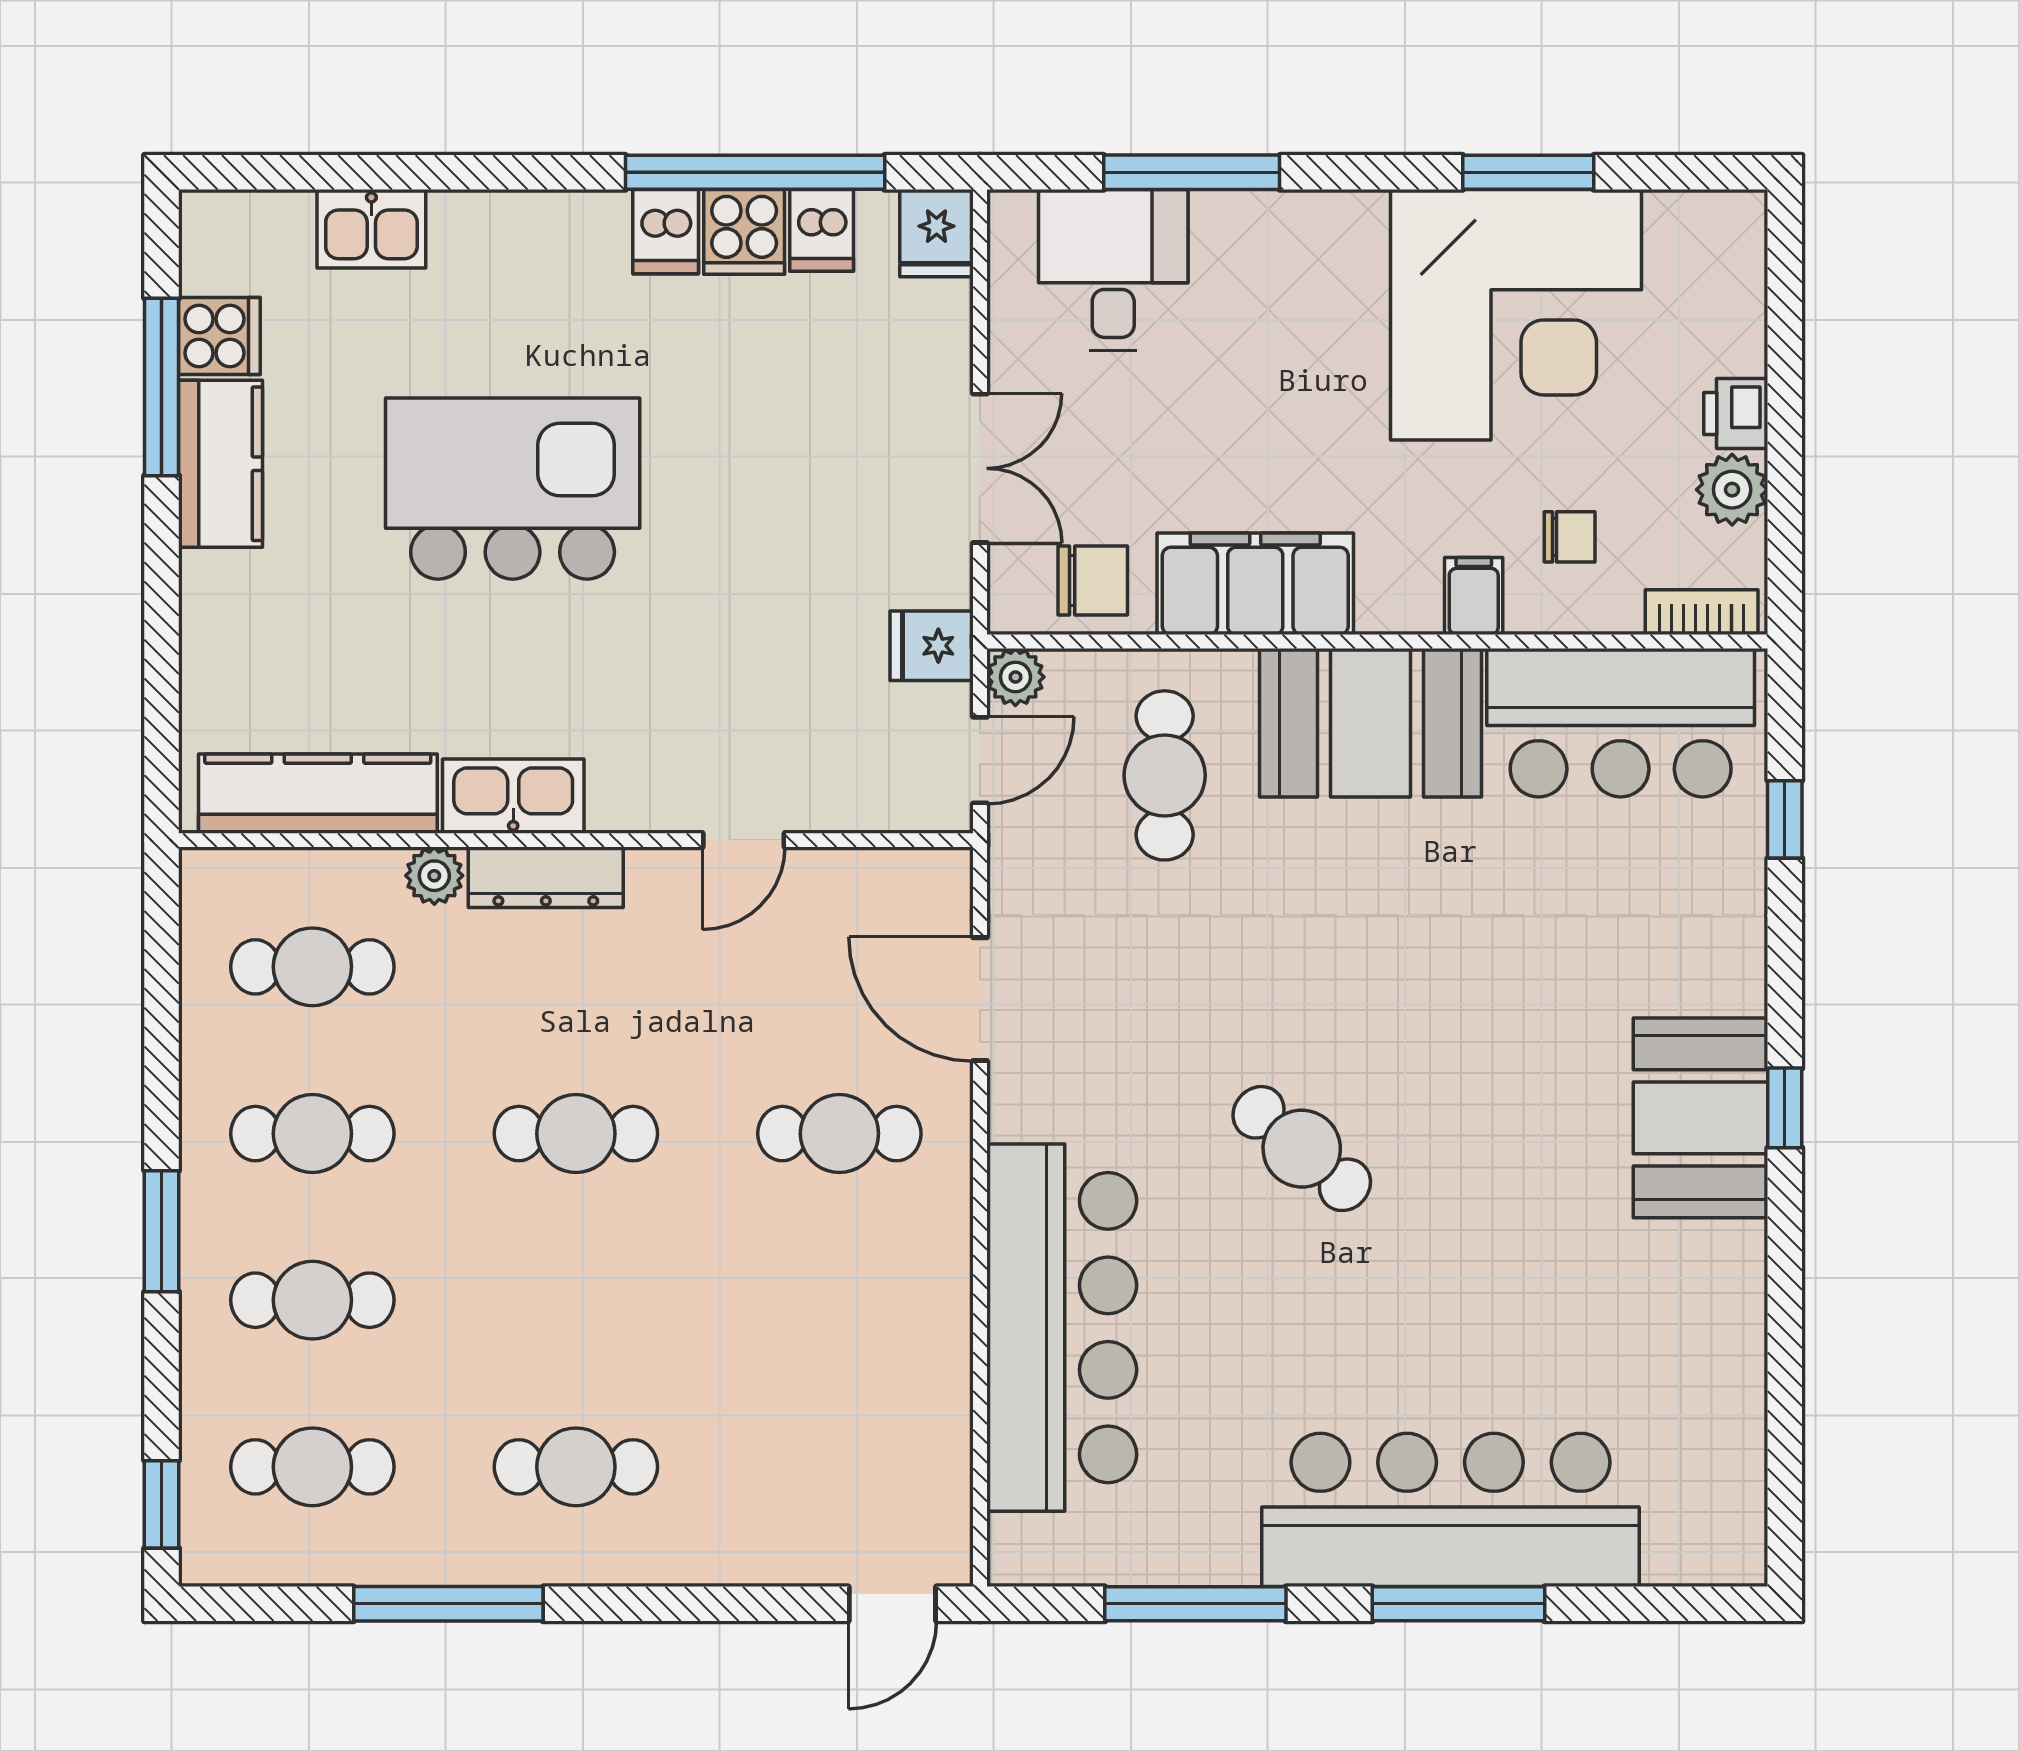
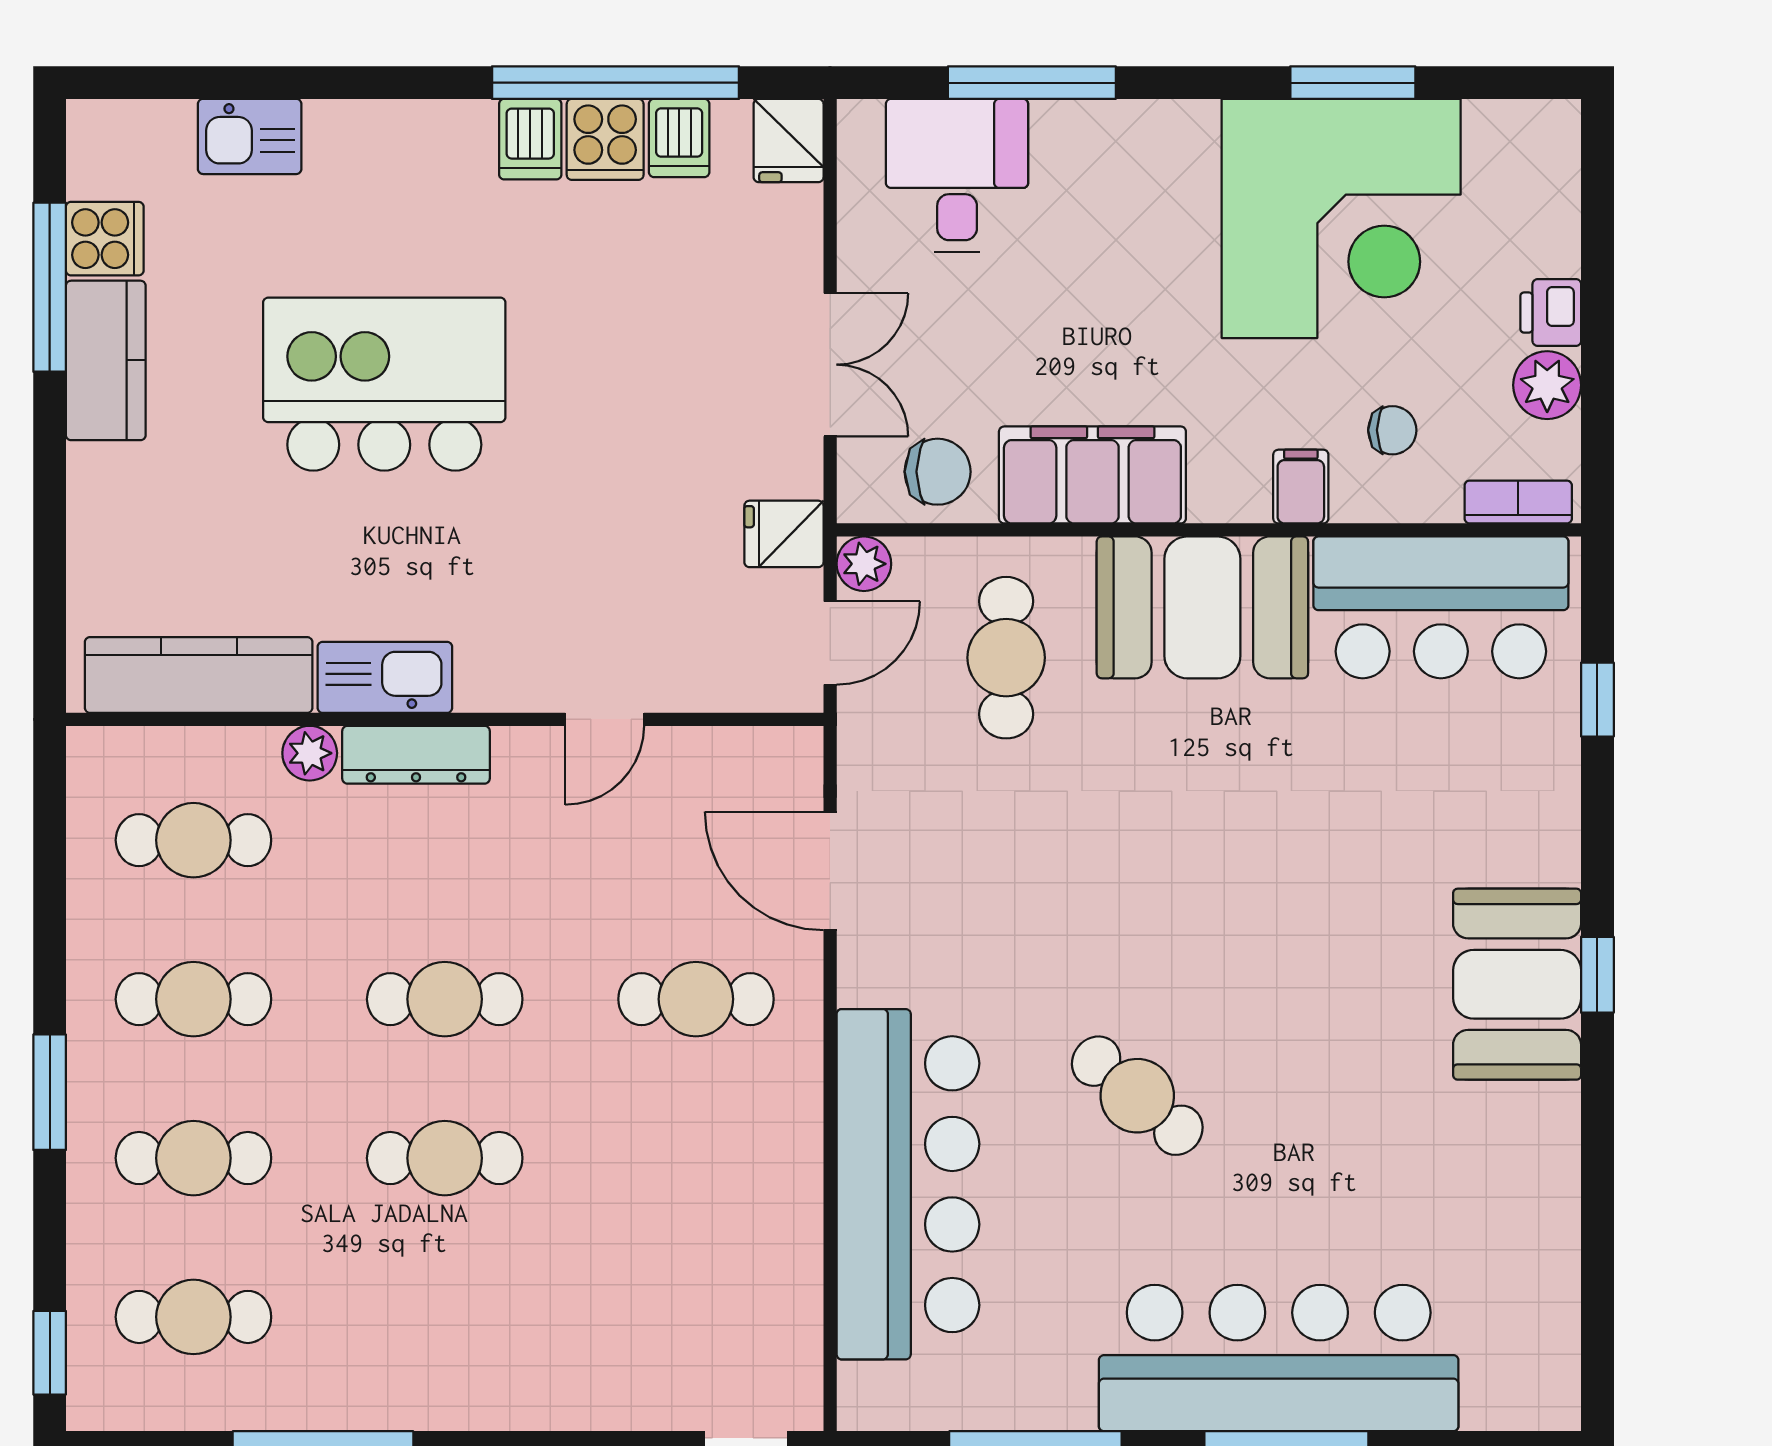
cafe table: (1302, 1149) -> (1137, 1096), moved
cafe table: (576, 1467) -> (445, 1158), moved

